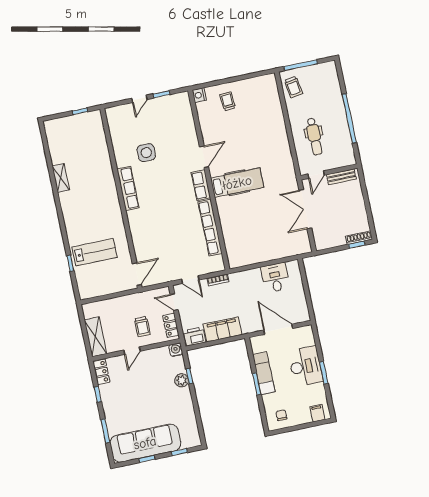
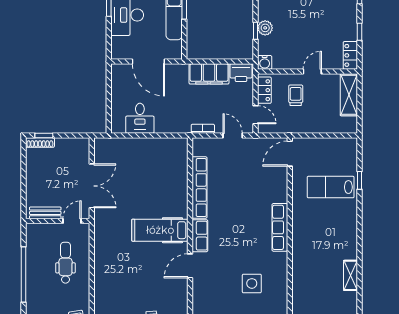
row of seats: (128, 188) -> (280, 227), moved

